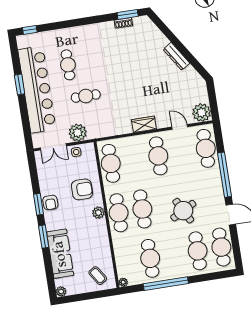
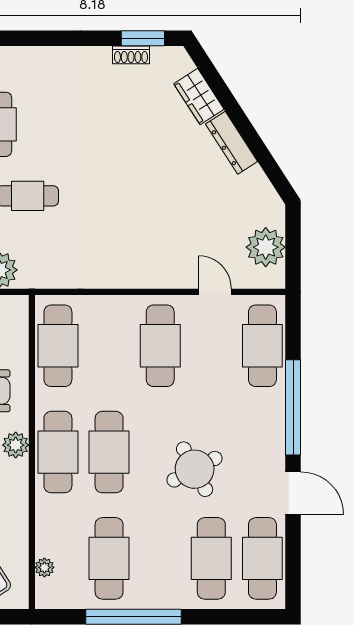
plant: (202, 113) -> (266, 247), moved
wardrobe: (144, 124) -> (199, 97), moved, turned -123
plant: (123, 282) -> (44, 567), moved

